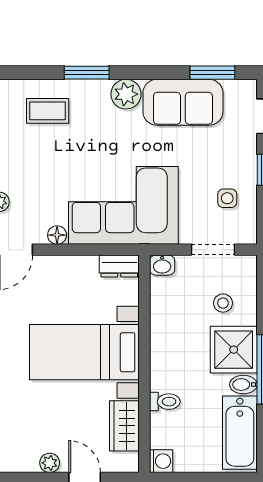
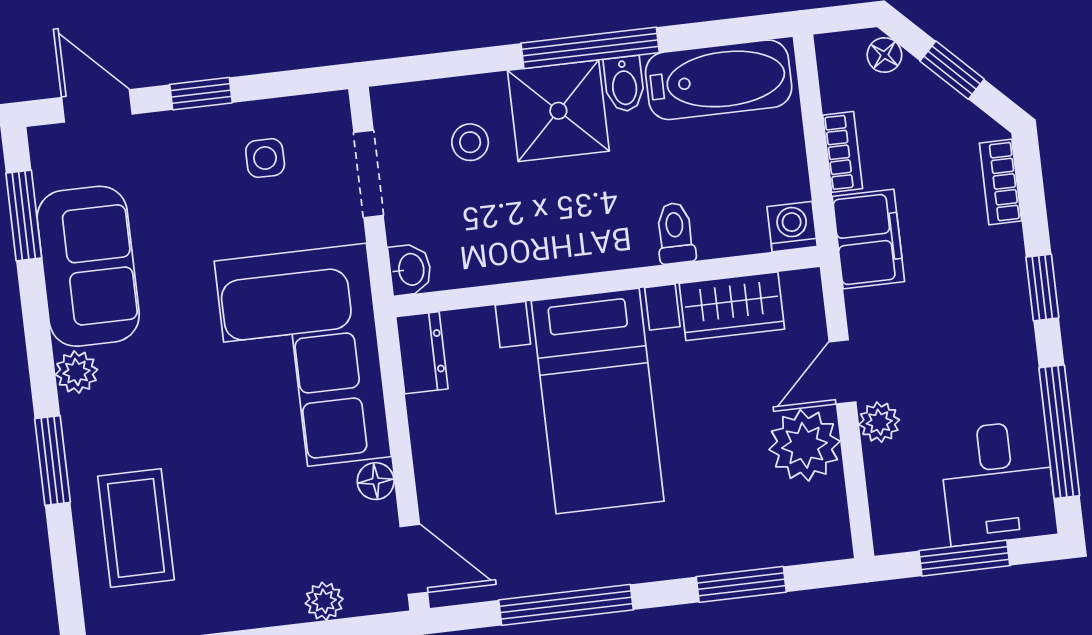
plant: (126, 94) -> (77, 372), width x0.73, depth x0.73
coffee table: (48, 111) -> (136, 528), width x1.36, depth x1.30
plant: (50, 463) -> (804, 445), width x1.87, depth x1.87

